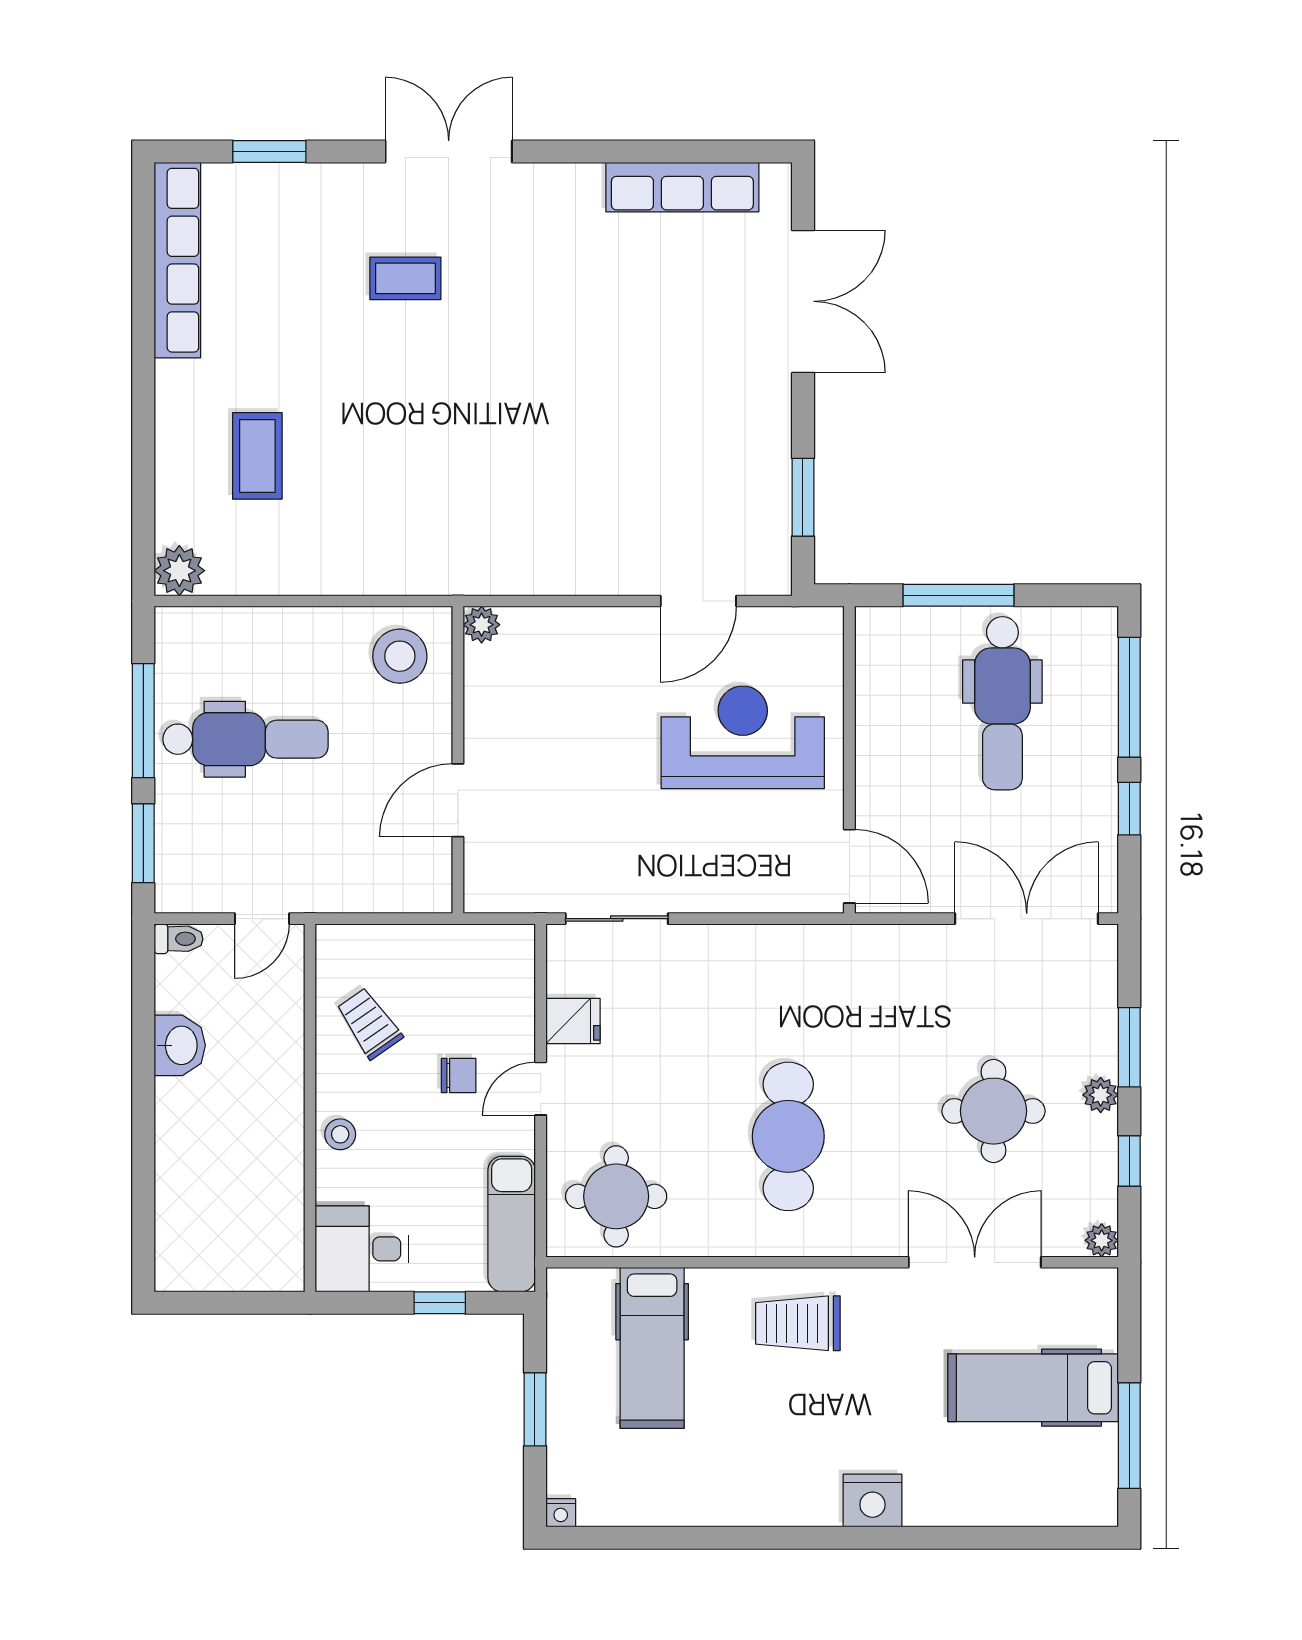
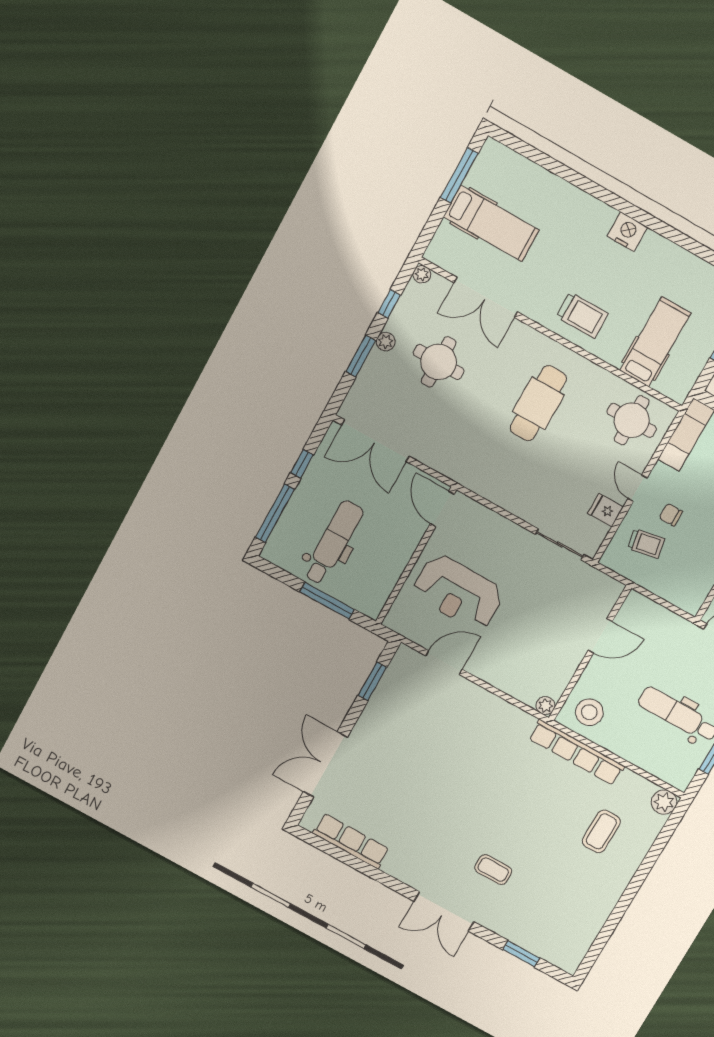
row of seats: (177, 260) -> (577, 752), moved, turned -90
trolley: (369, 1023) -> (646, 543), moved, turned -66
door: (541, 1089) -> (638, 488), swing flipped
nightstand: (872, 1500) -> (627, 232), moved

